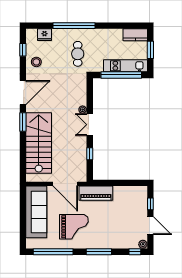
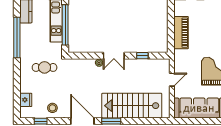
window: (74, 26) -> (17, 38), moved
door: (65, 184) -> (172, 80), width x0.53
piano: (96, 193) -> (181, 33), moved

